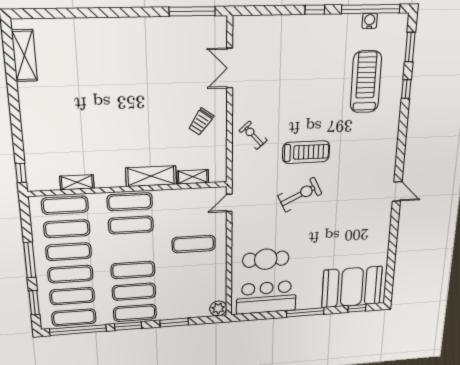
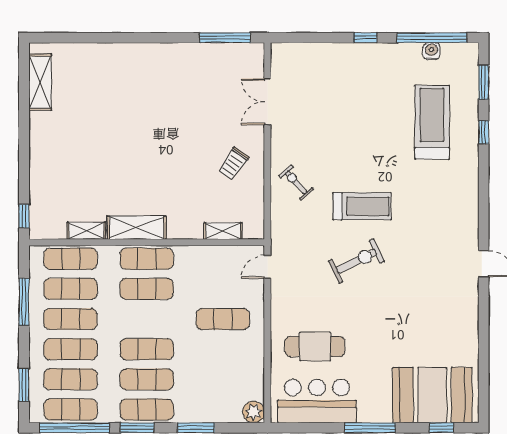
shelving: (151, 176) -> (137, 228), moved
window: (30, 260) -> (24, 302), moved

